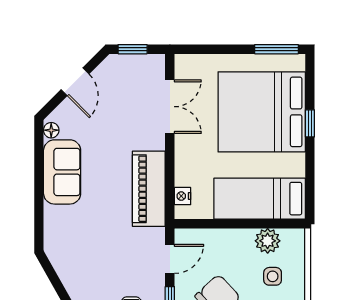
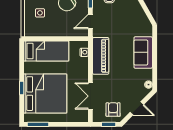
armchair: (123, 79) -> (113, 110), added
door: (75, 82) -> (137, 108), swing flipped
sofa: (62, 172) -> (143, 52), moved
plant: (268, 241) -> (42, 30), removed

